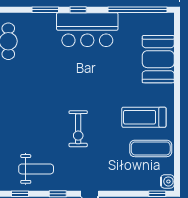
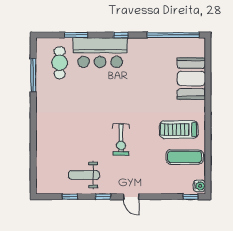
window: (45, 10) -> (76, 35), moved
bar counter: (87, 30) -> (100, 53), moved
weight bench: (36, 169) -> (84, 175), turned 180

